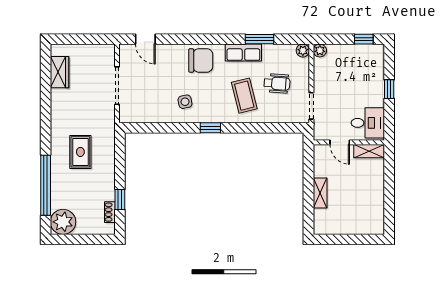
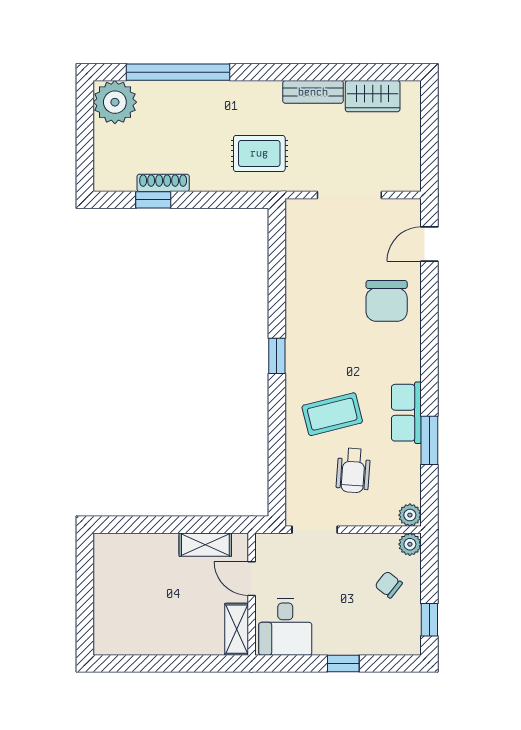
chair: (201, 60) -> (387, 301), moved
chair: (343, 63) -> (389, 585), added
side table: (185, 102) -> (322, 312), removed
bench: (57, 107) -> (313, 92), added
door: (340, 142) -> (252, 579), hinge flipped
rug: (80, 152) -> (259, 153), moved
shelving: (320, 193) -> (205, 545), moved
shoe rack: (110, 212) -> (163, 183), moved, width x1.43

